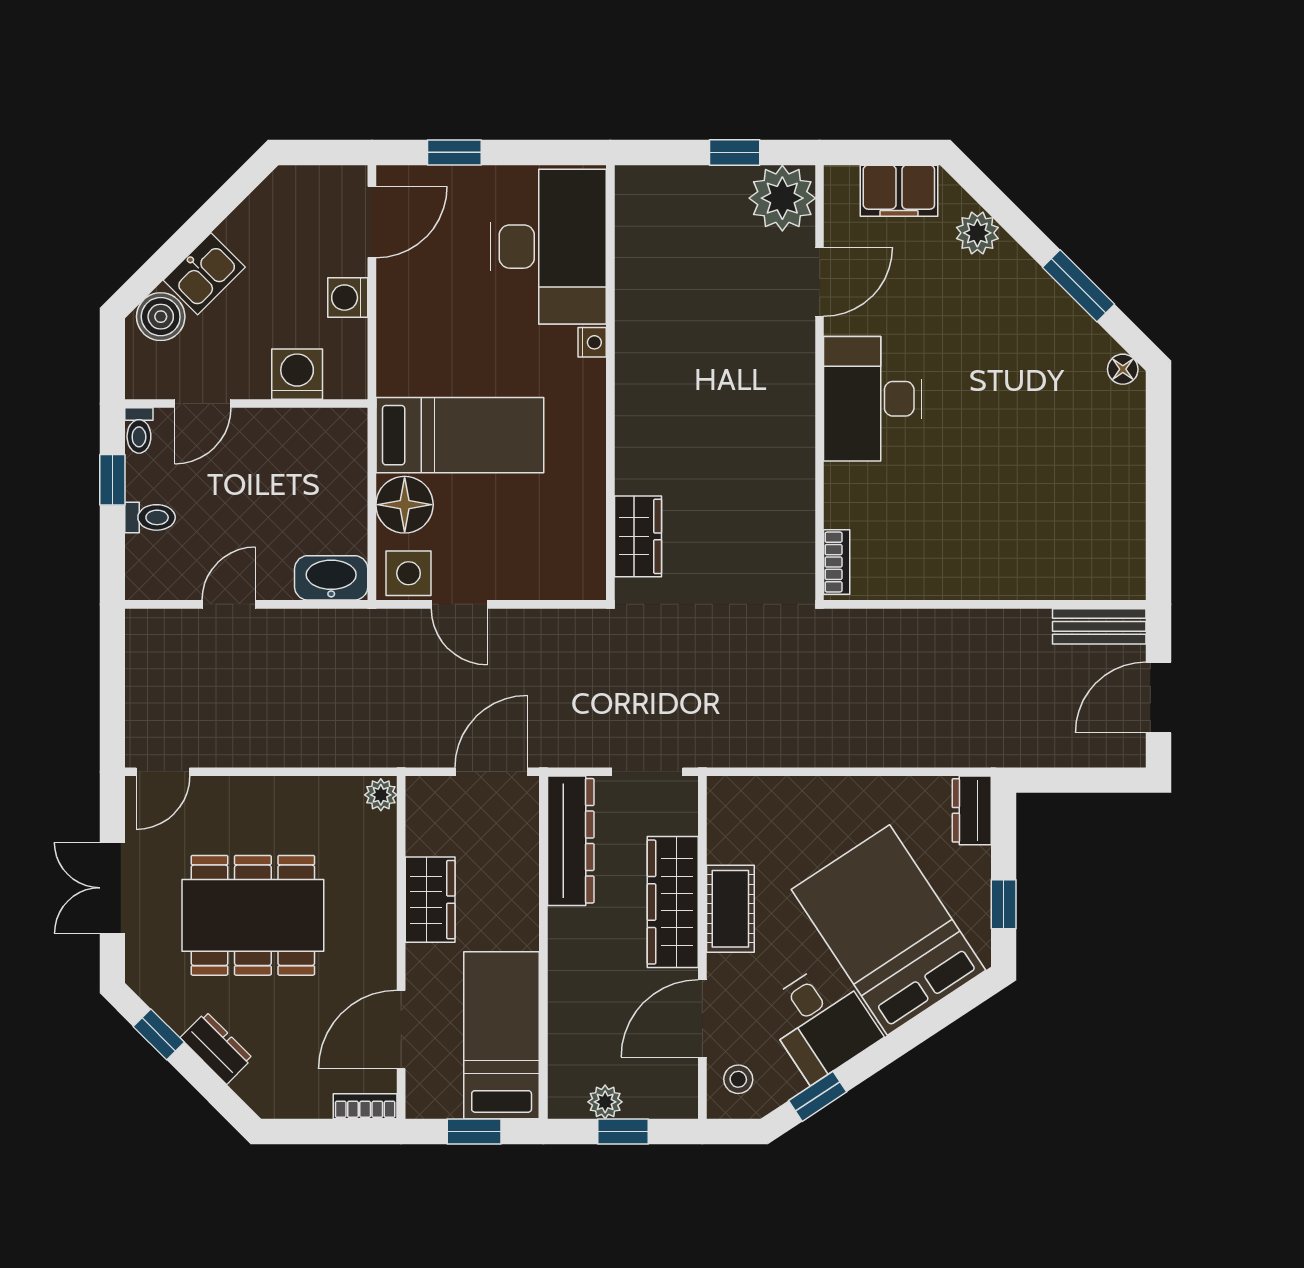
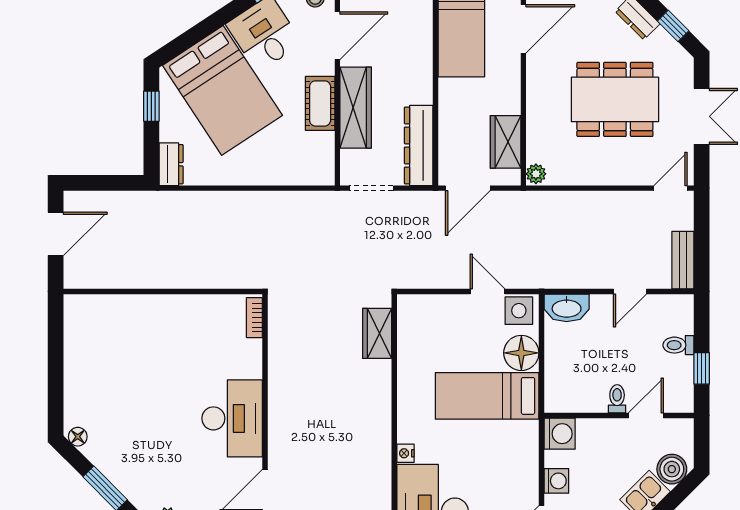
washing machine: (297, 374) -> (560, 434), moved, turned -90
toilet: (139, 430) -> (617, 399), moved
bench: (1099, 626) -> (683, 260), moved, turned 90
wardrobe: (430, 900) -> (506, 142), moved

